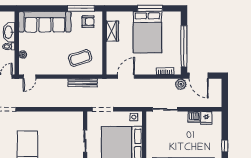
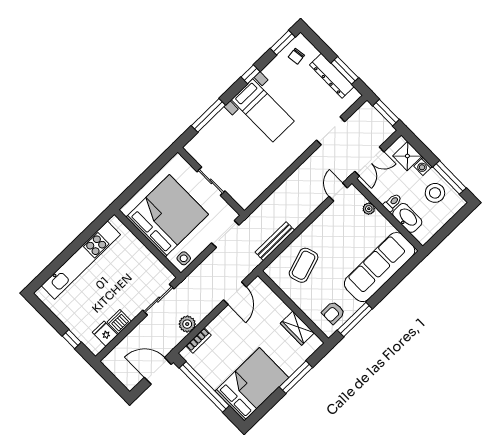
window: (150, 8) -> (296, 377), moved
bed: (147, 32) -> (252, 384), moved, turned 90
plant: (181, 84) -> (187, 324), moved
window: (225, 146) -> (72, 339), moved

